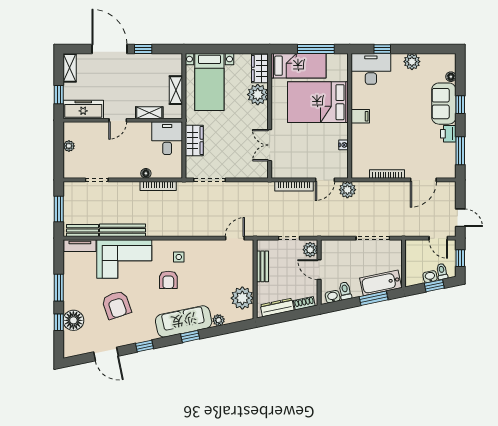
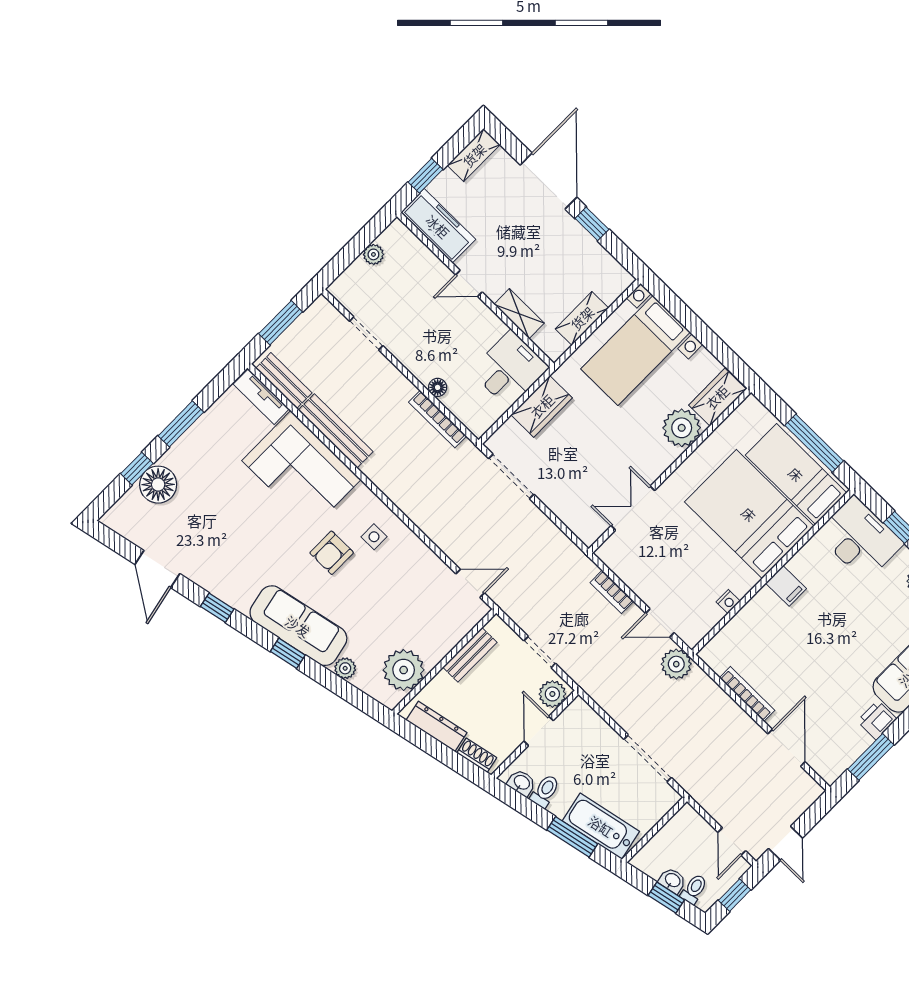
bed: (299, 66) -> (796, 474), moved, turned 180
door: (423, 180) -> (786, 748), swing flipped
bookcase: (294, 186) -> (612, 592), width x0.64
armchair: (116, 305) -> (233, 519), removed

